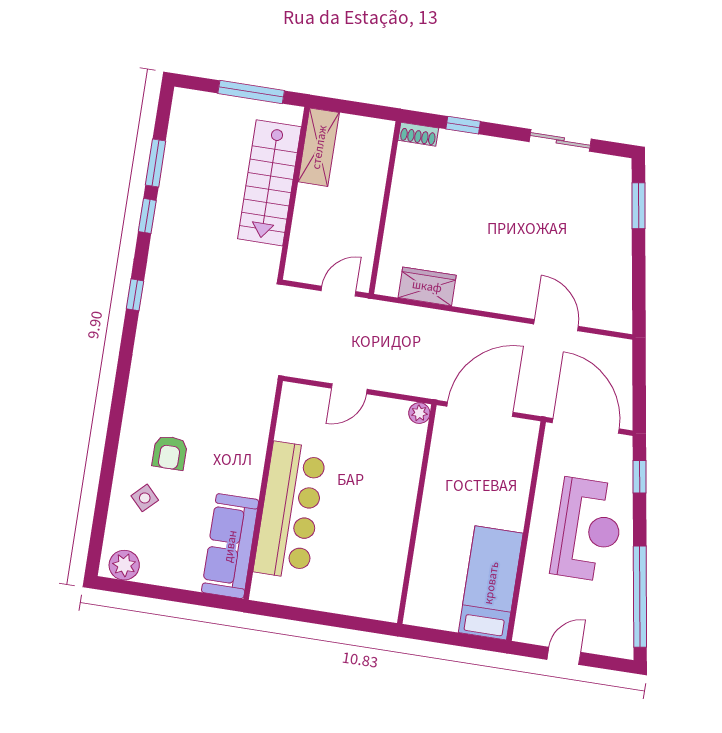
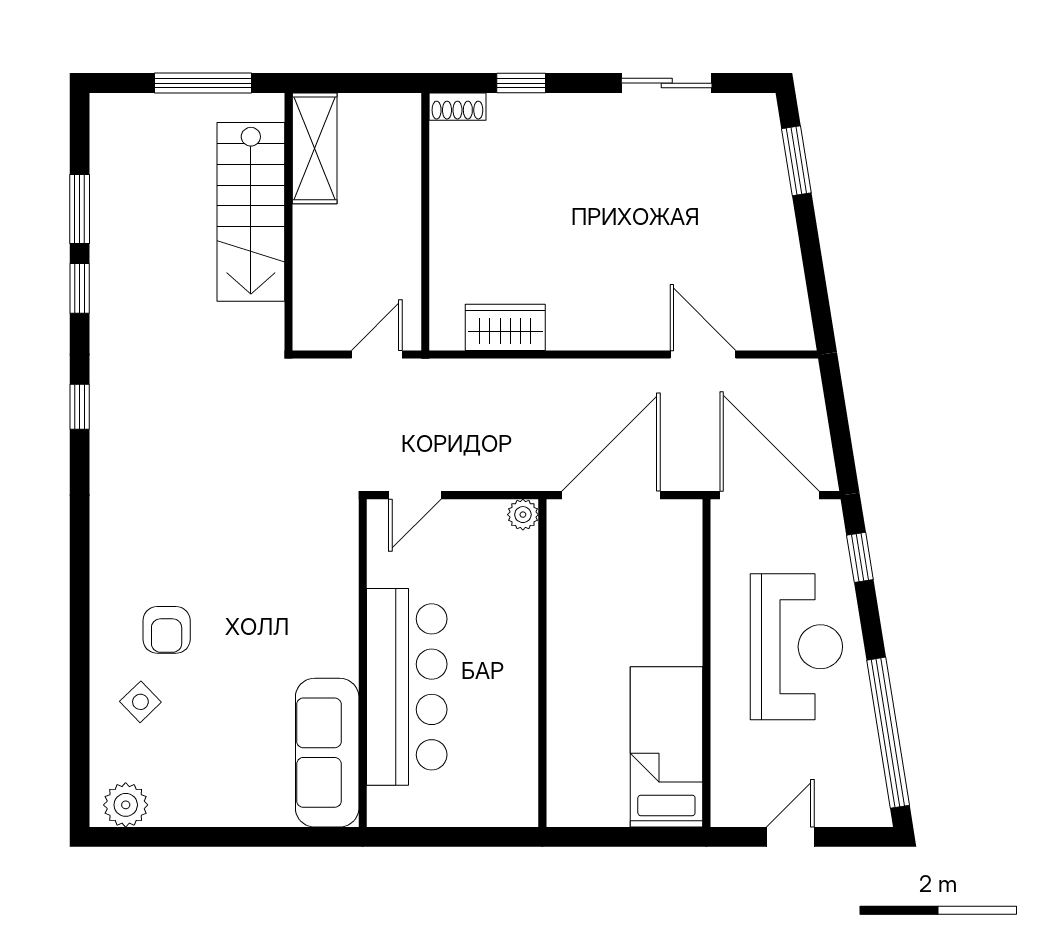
wall: (263, 490) -> (363, 663), moved
bar counter: (290, 510) -> (407, 687), moved
sofa: (230, 546) -> (327, 753), moved

